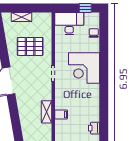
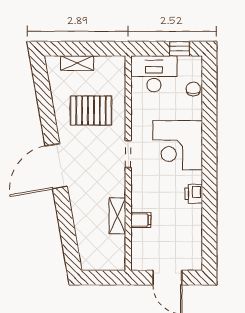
printer: (94, 128) -> (194, 194), moved

